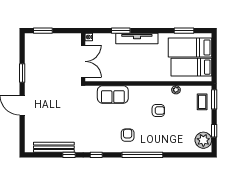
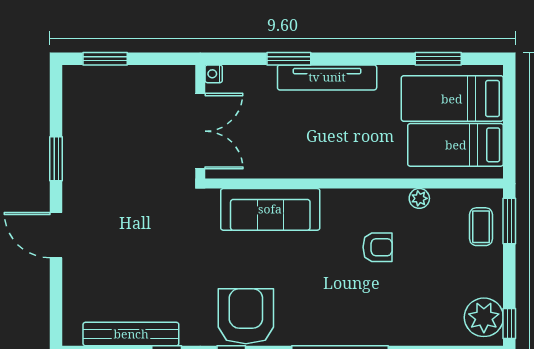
sofa: (113, 94) -> (270, 209), width x1.36
window: (214, 131) -> (509, 323), moved
armchair: (128, 135) -> (246, 316), moved, width x1.88, depth x1.88

